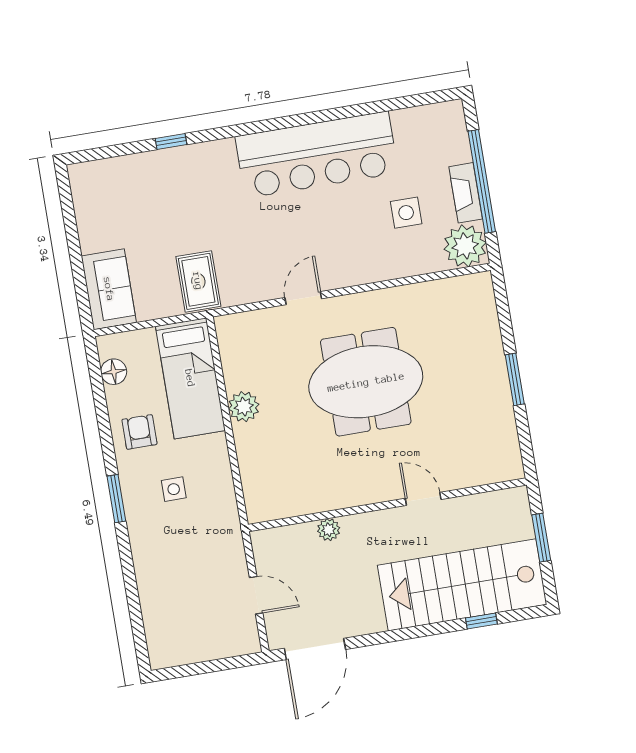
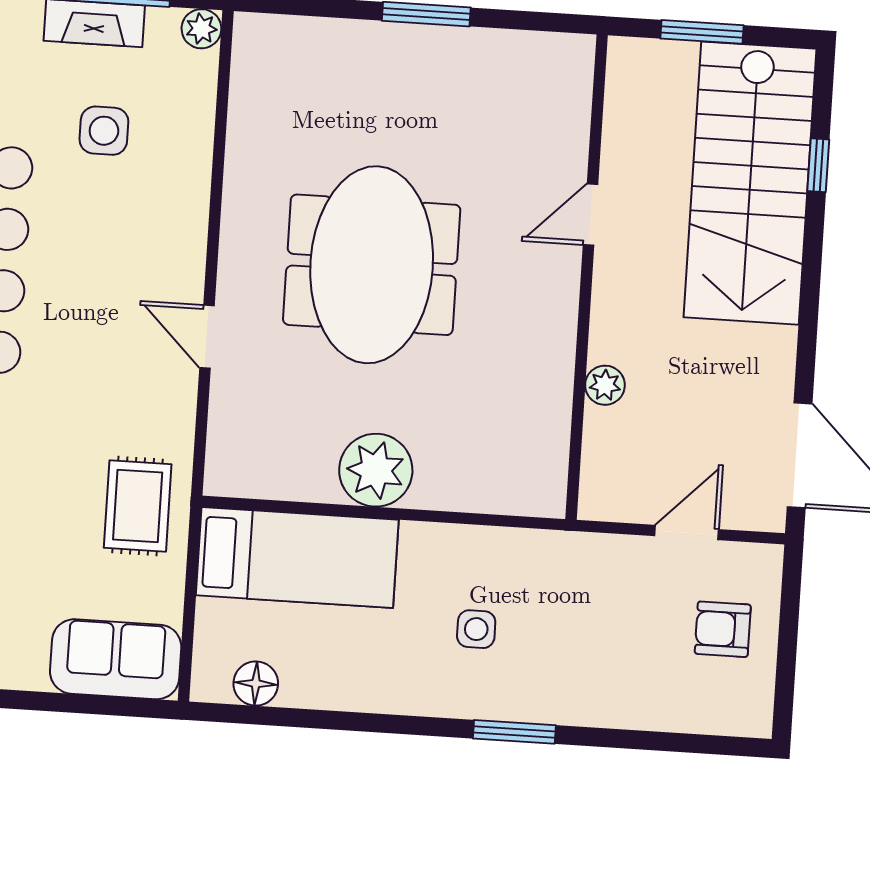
plant: (465, 246) -> (201, 29), width x0.53, depth x0.53
rug: (198, 281) -> (138, 506), turned 90
plant: (244, 407) -> (376, 470), width x1.36, depth x1.36
armchair: (139, 432) -> (723, 629), moved
window: (116, 499) -> (514, 732), moved

